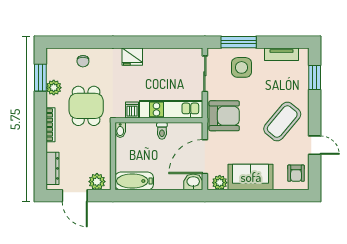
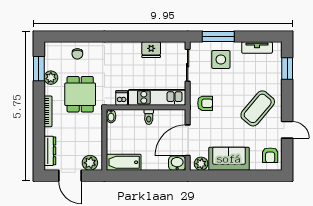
fridge: (132, 57) -> (151, 50), moved
armchair: (224, 116) -> (205, 103), width x0.53, depth x0.53

